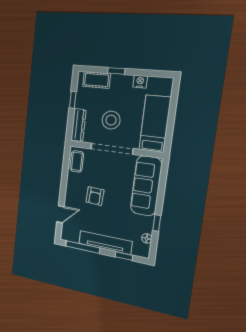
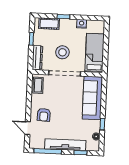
armchair: (95, 196) -> (44, 115), moved
door: (60, 214) -> (28, 128), swing flipped

